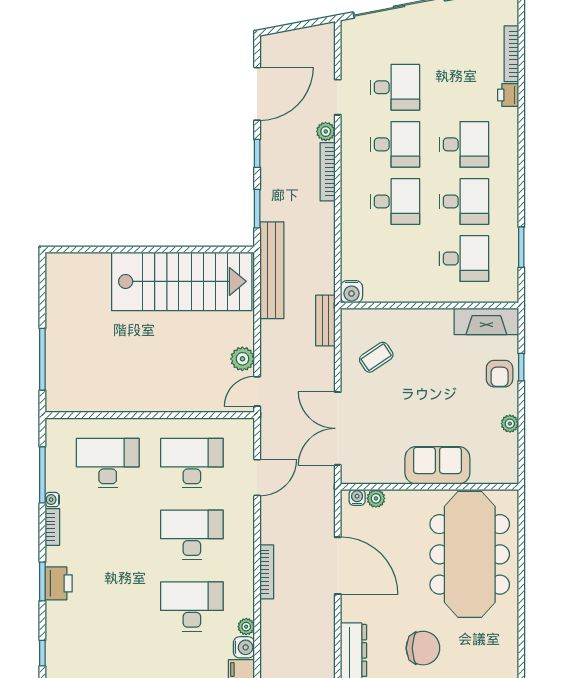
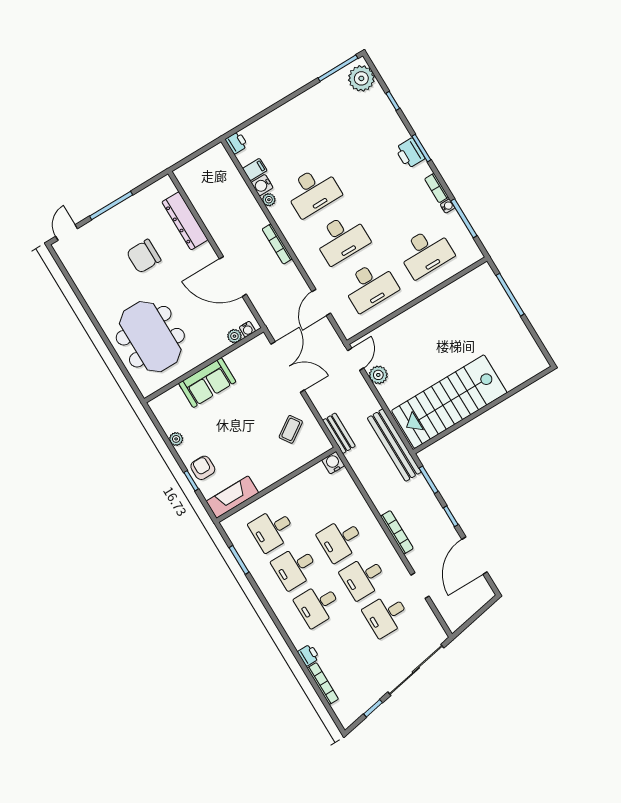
plant: (326, 131) -> (414, 558), removed
meeting table: (470, 554) -> (150, 337), width x0.73

